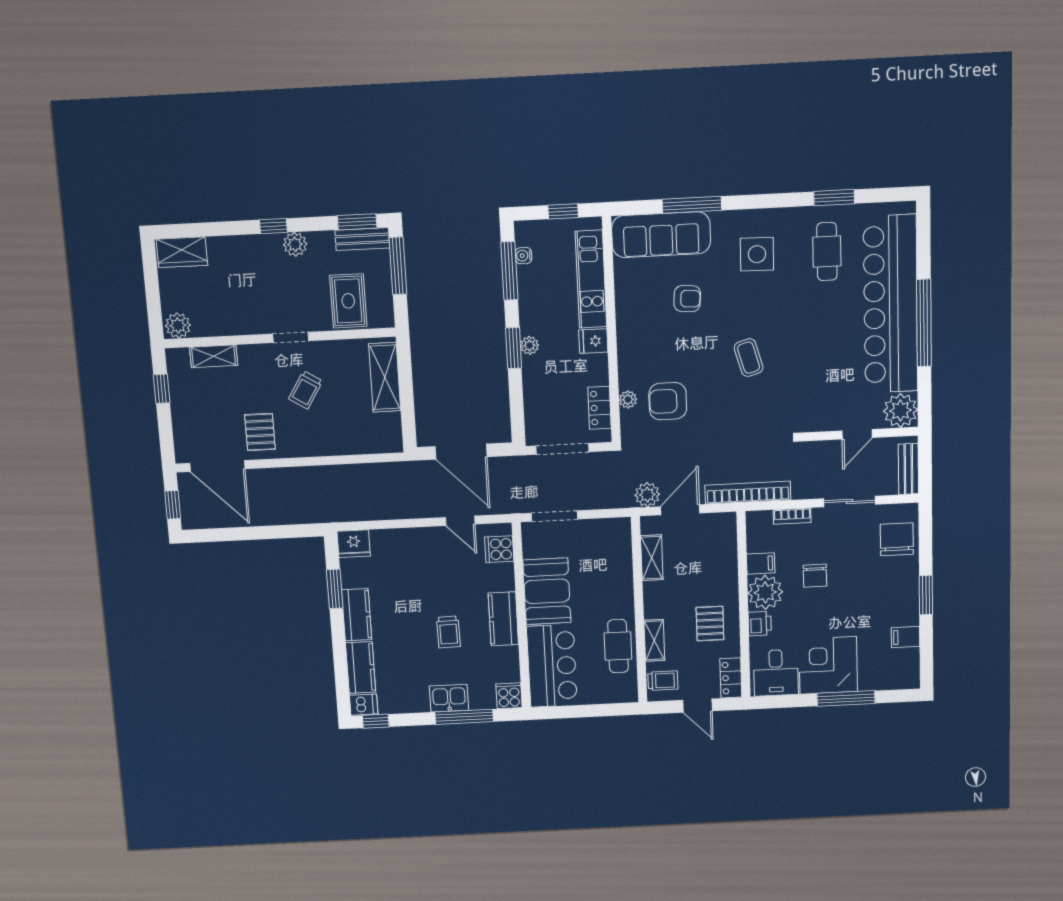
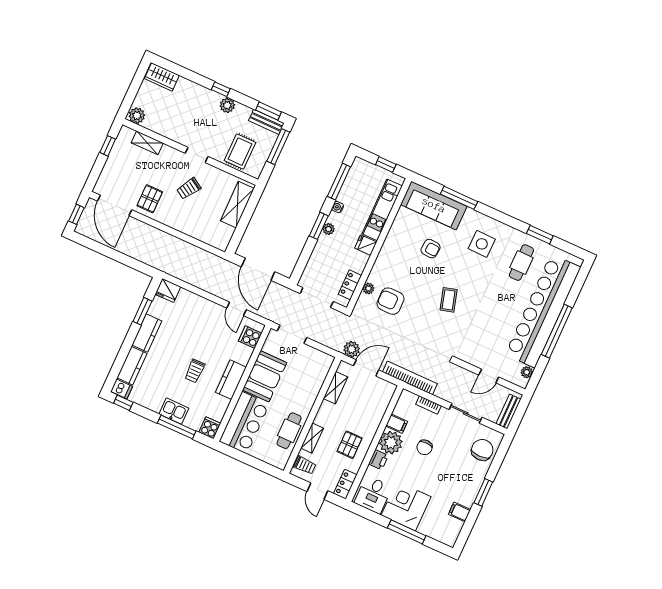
water cooler: (523, 256) -> (338, 207), moved
plant: (900, 410) -> (527, 372), width x0.53, depth x0.53

